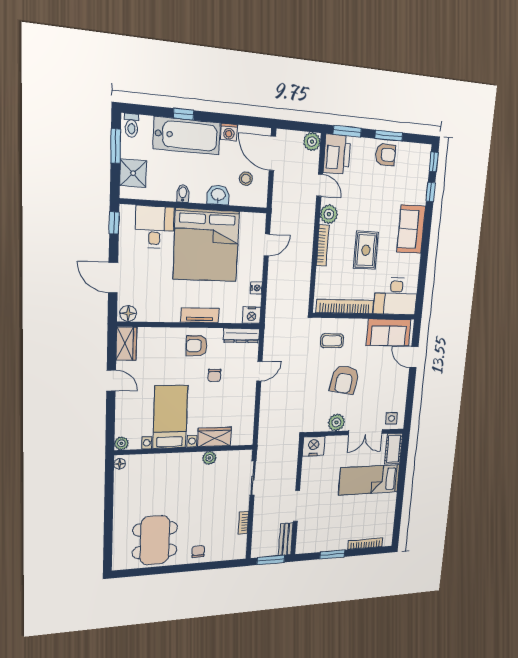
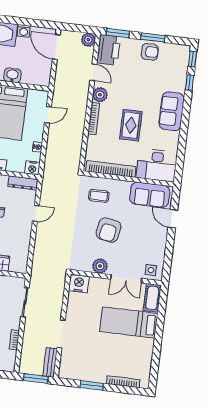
stool: (246, 179) -> (34, 65), removed

